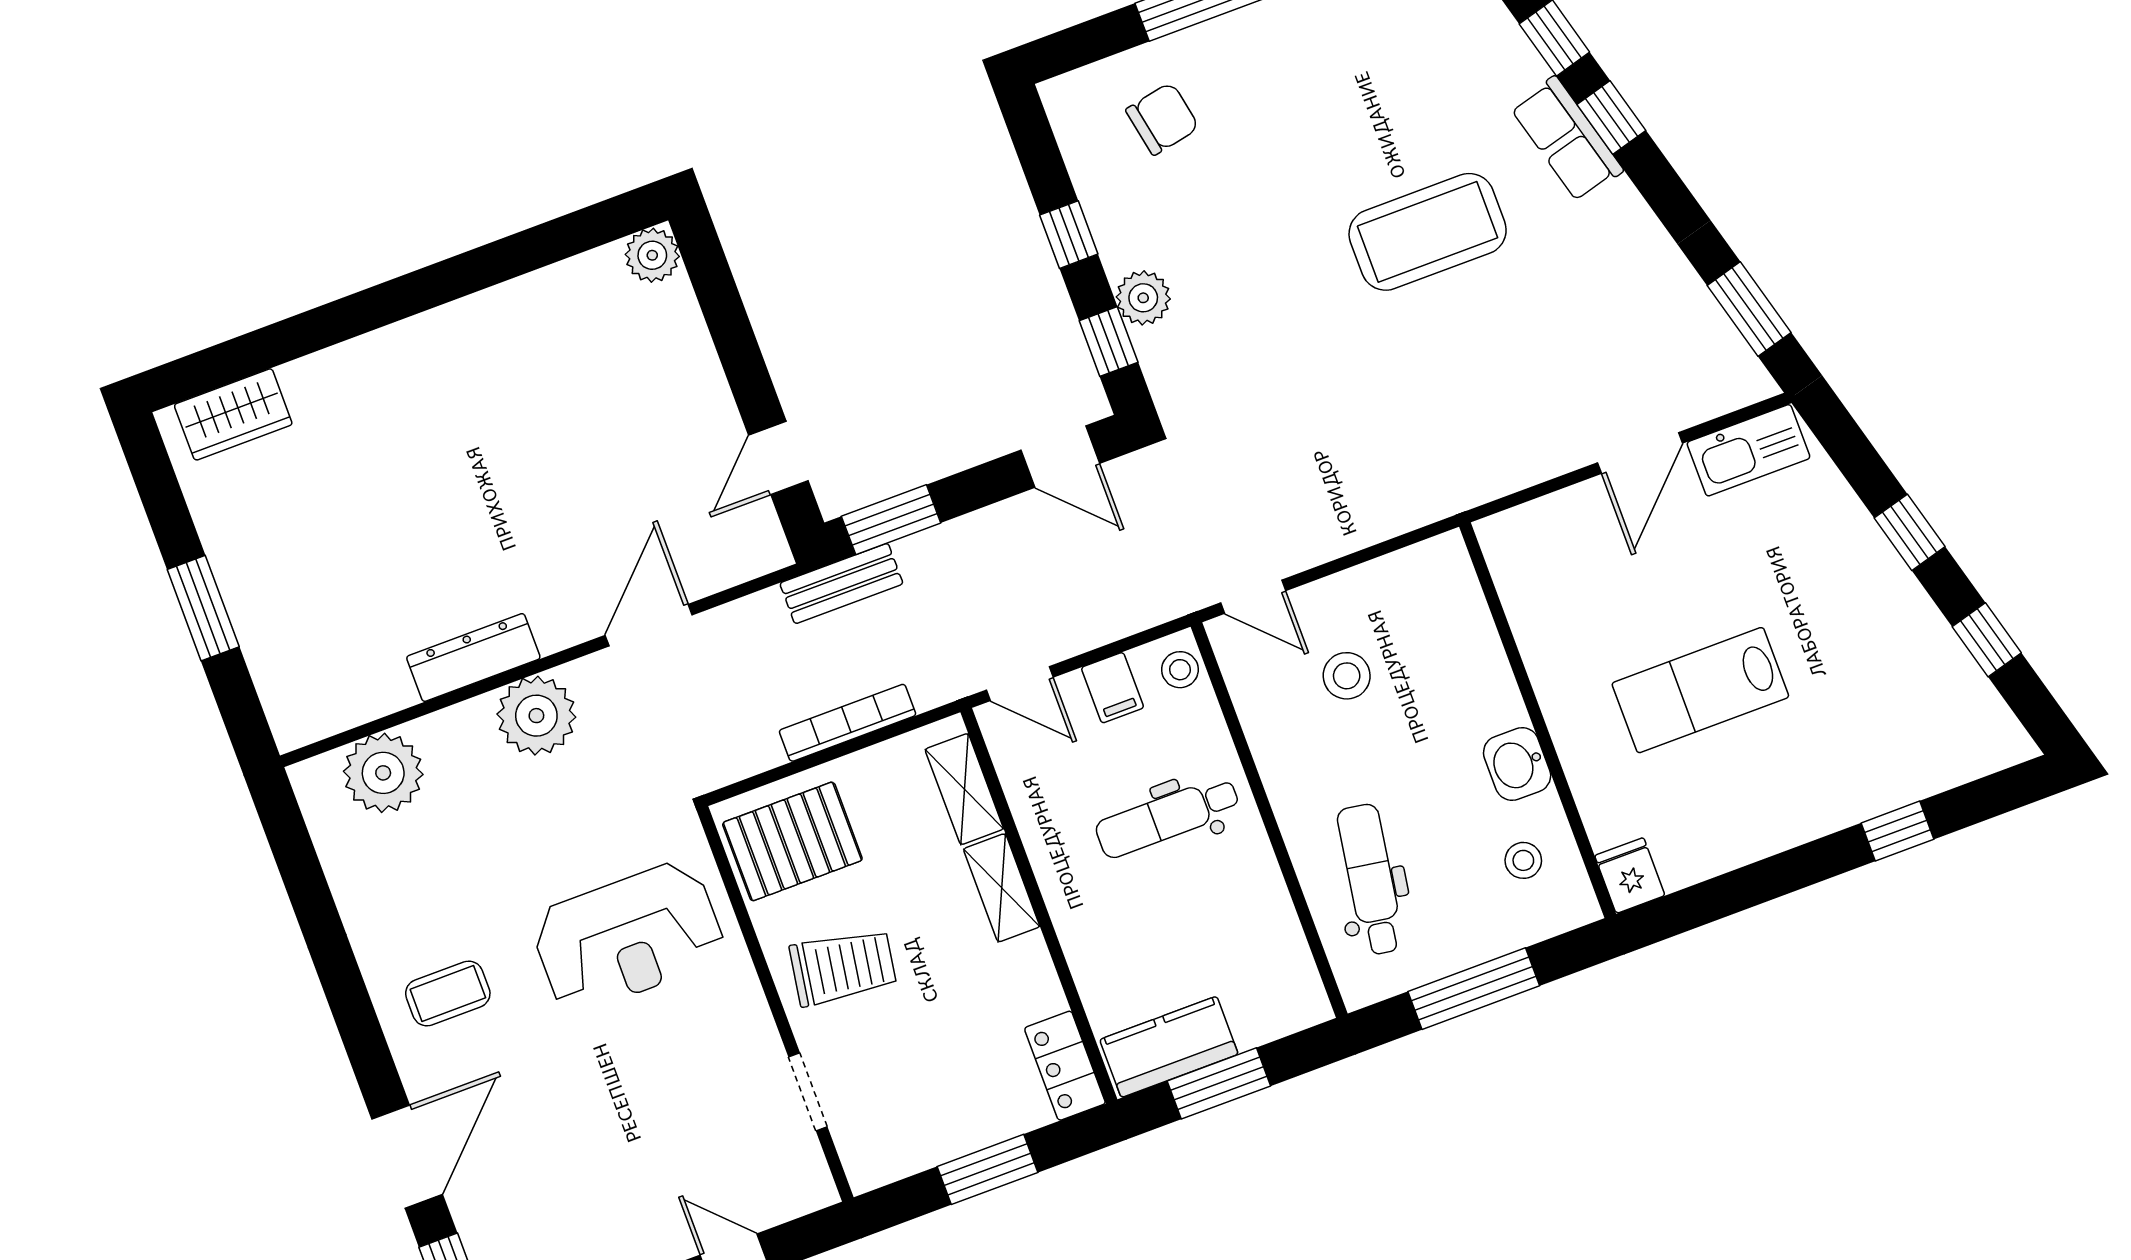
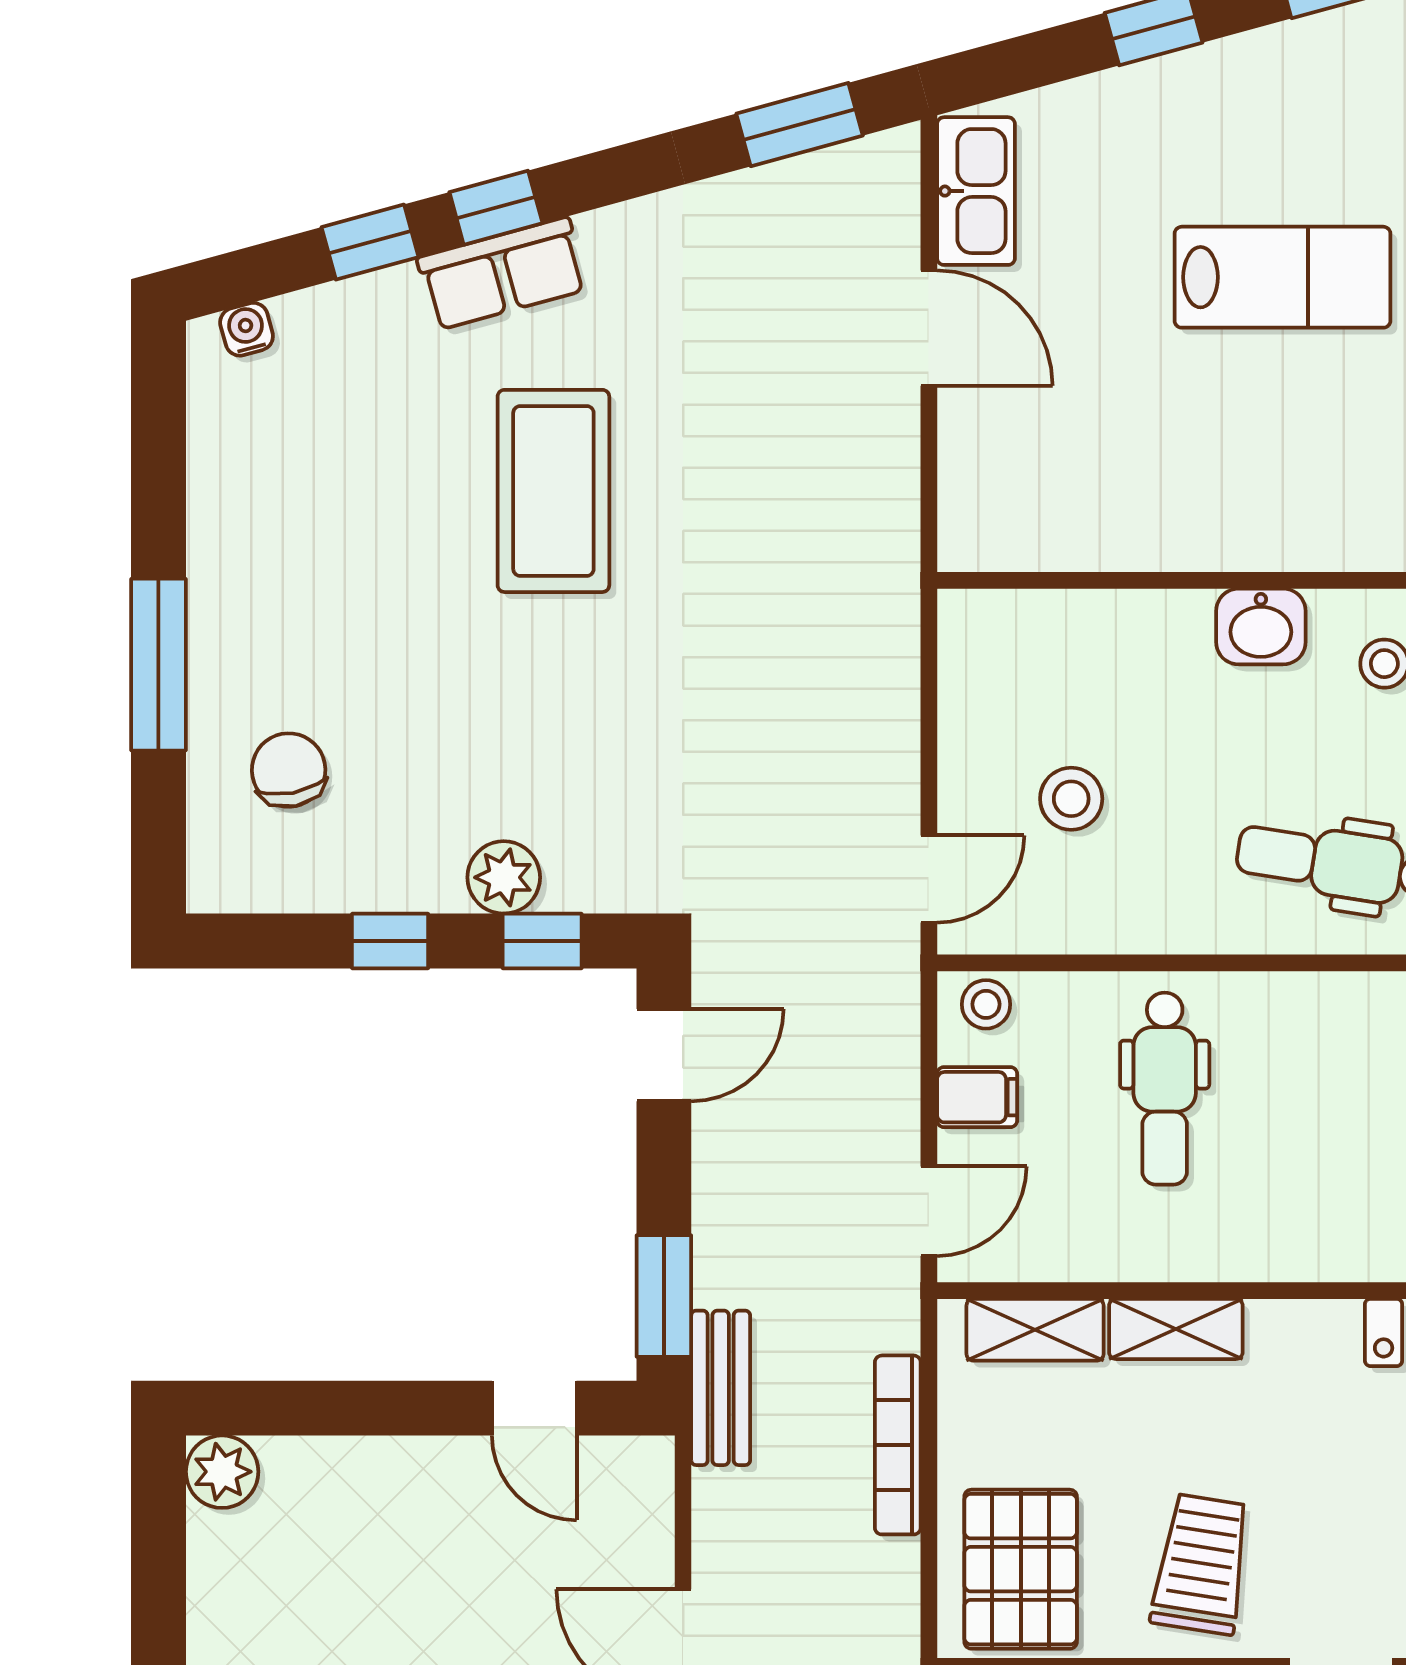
lab bench: (1700, 690) -> (1282, 277), moved, turned -90

